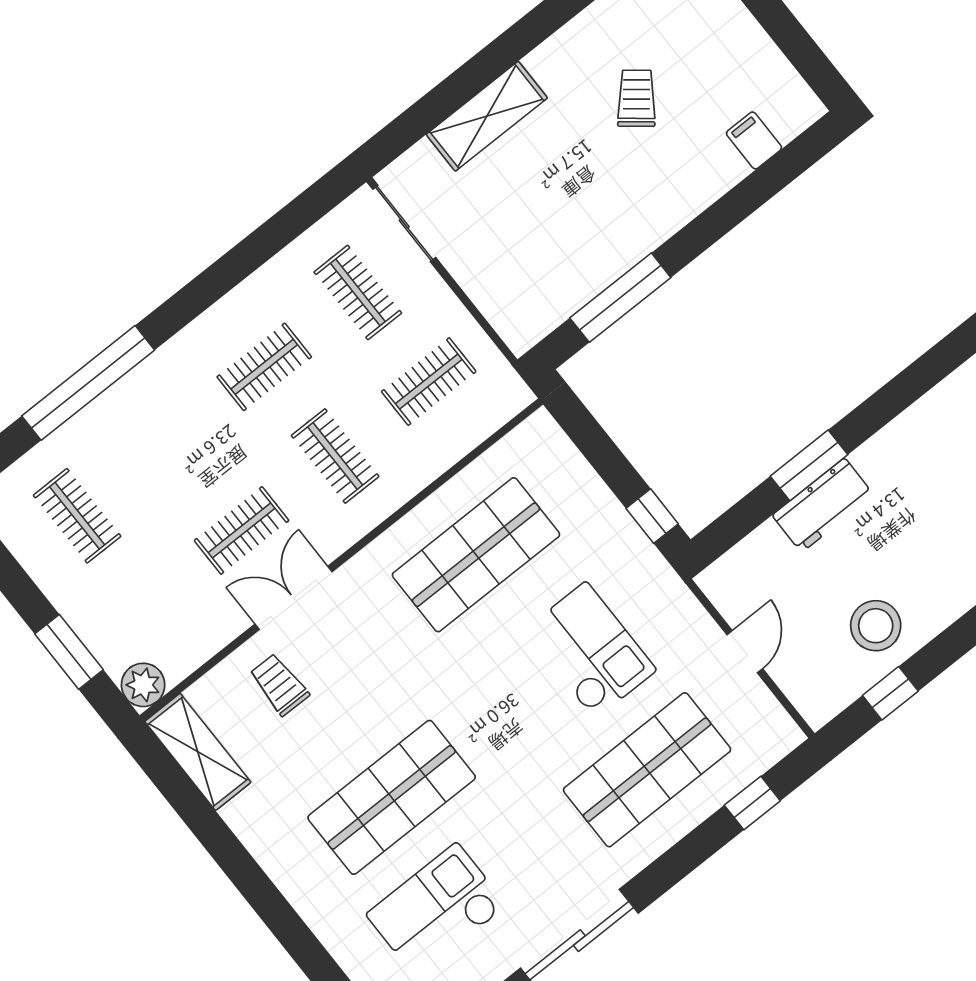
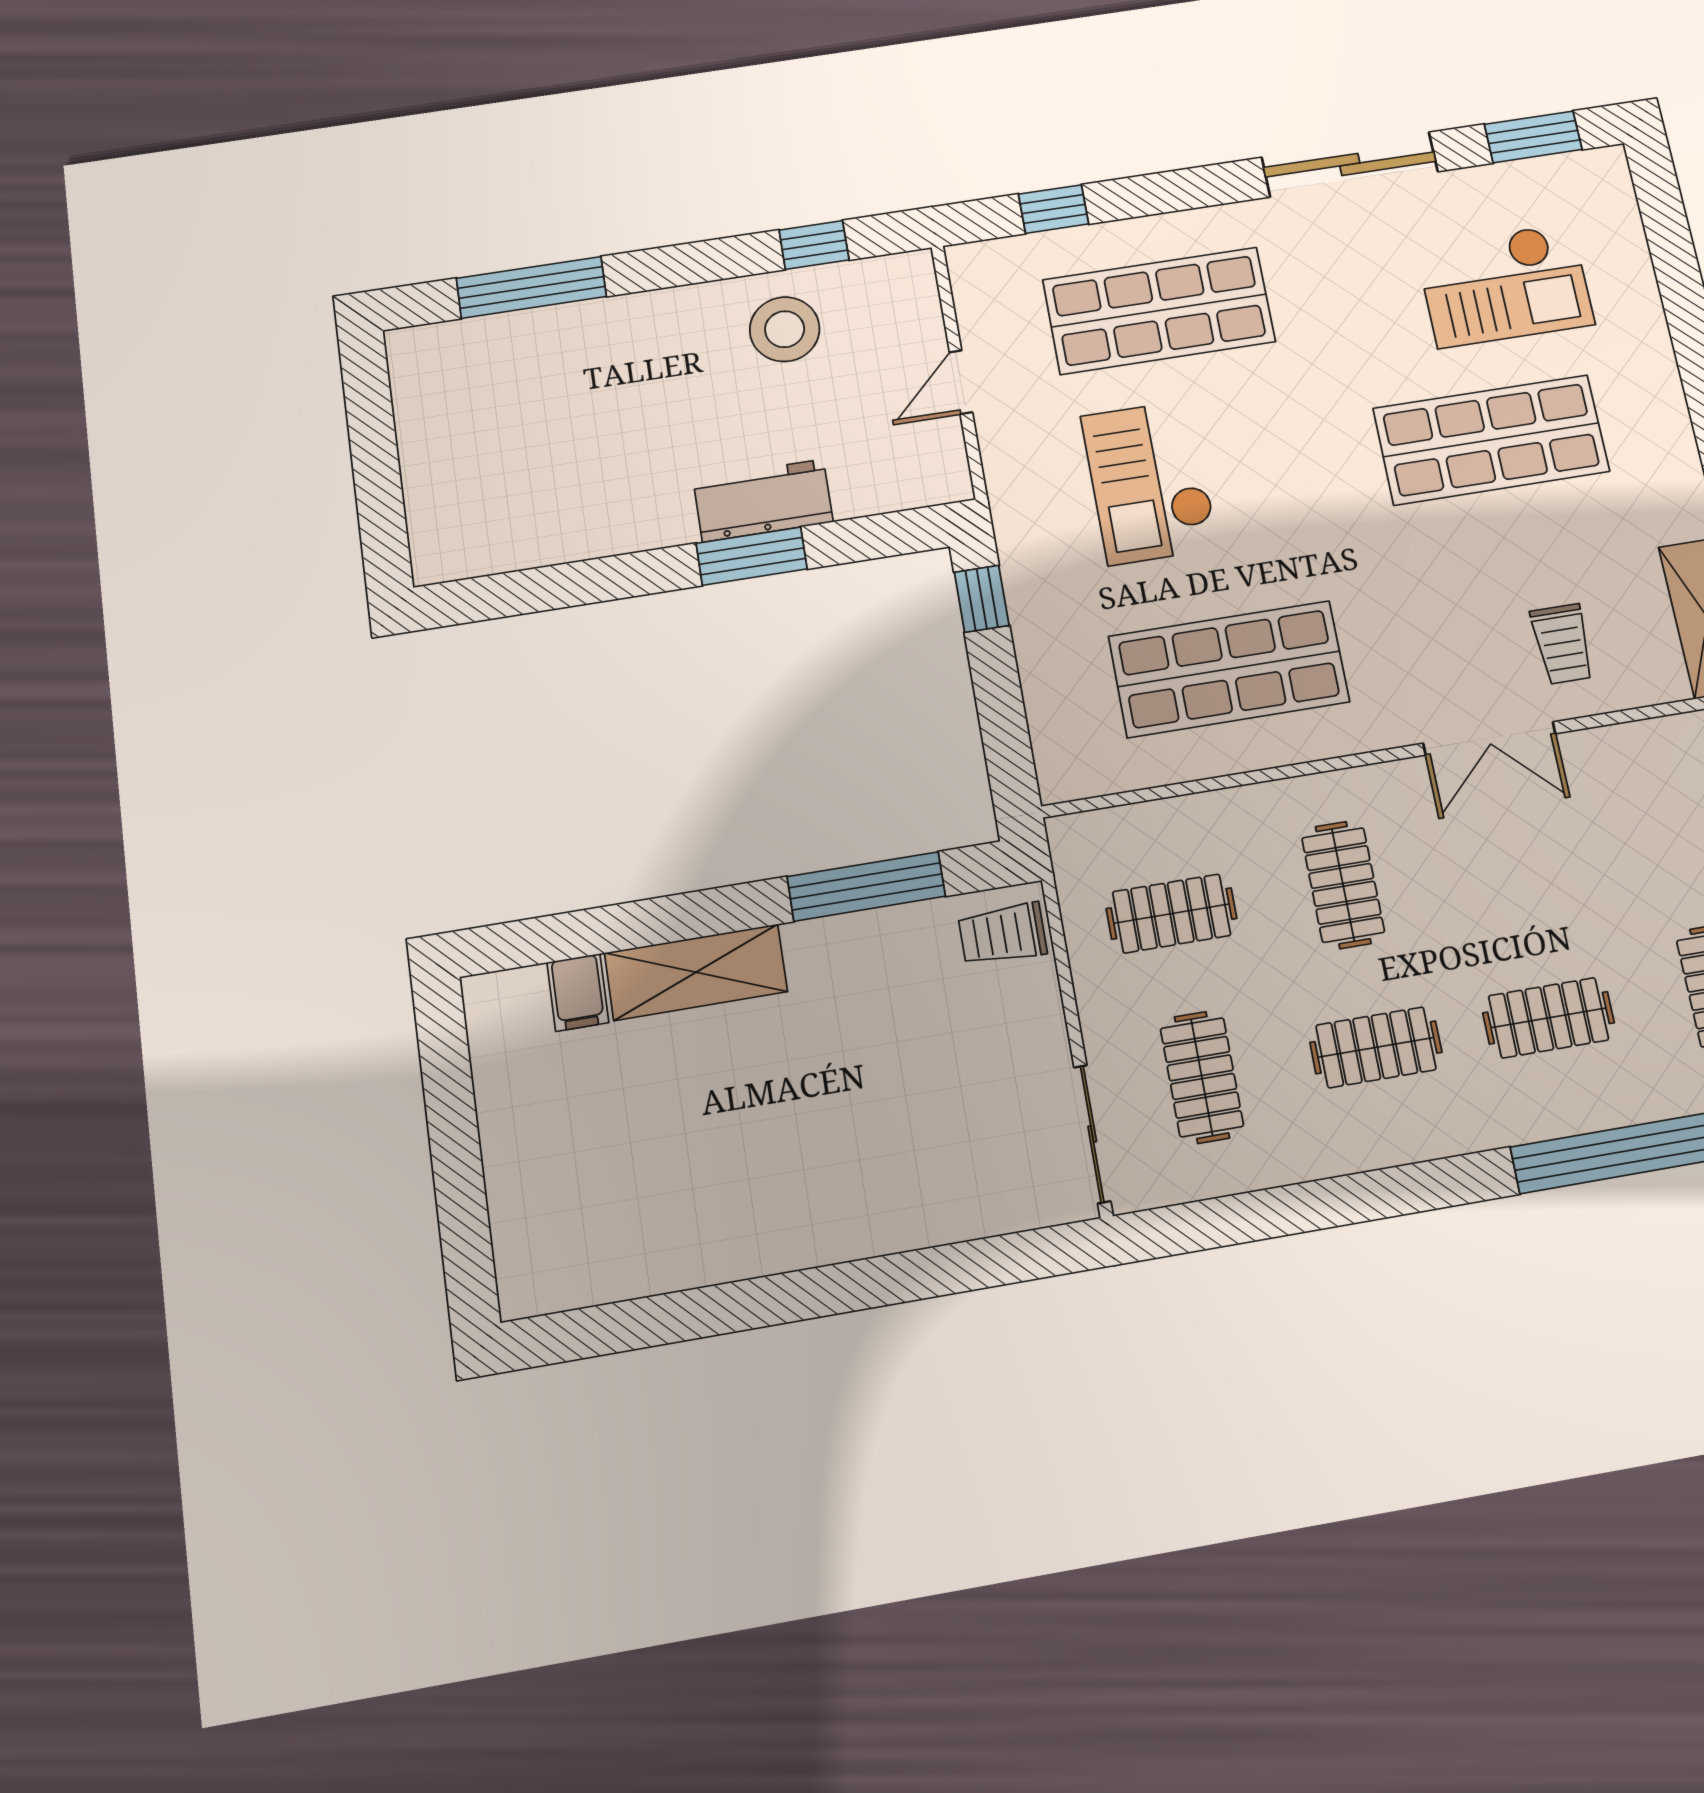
trolley: (636, 98) -> (1003, 934), moved, turned 51
shelving: (487, 116) -> (696, 972), moved
clothes rail: (242, 530) -> (1548, 1018), moved

